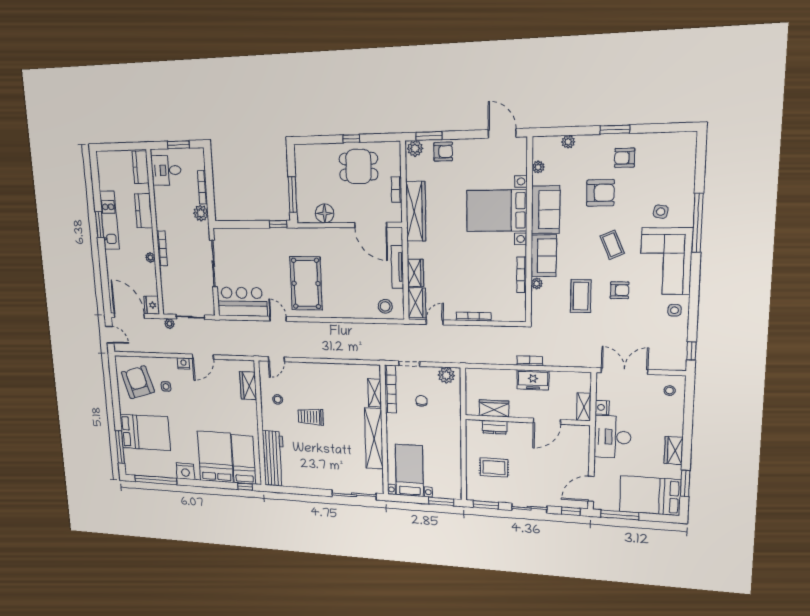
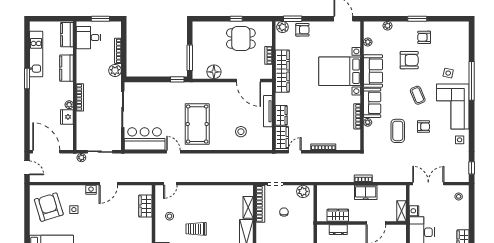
kitchen unit: (109, 220) -> (36, 54), moved
fridge: (152, 305) -> (67, 117), moved
stool: (385, 306) -> (241, 132), moved

